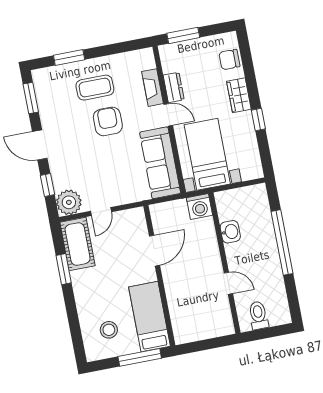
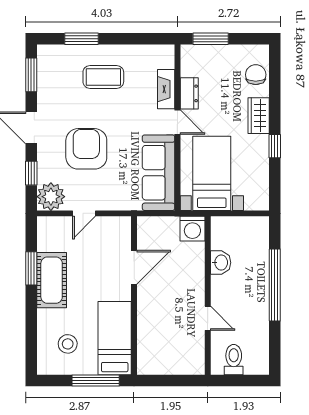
chair: (229, 60) -> (256, 75), turned 90
armchair: (108, 121) -> (86, 149), moved, width x1.36, depth x1.36
cot: (78, 244) -> (52, 280), moved

